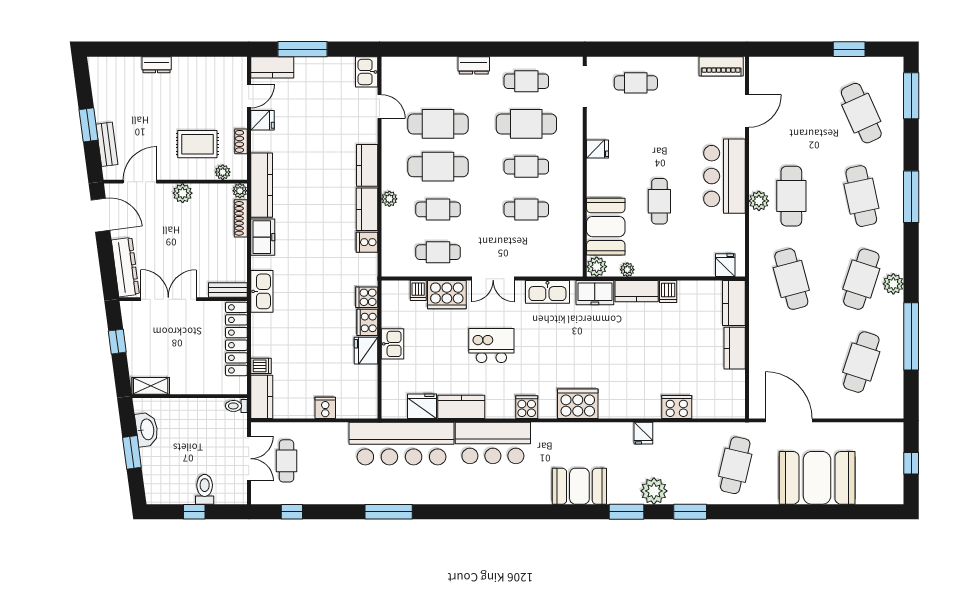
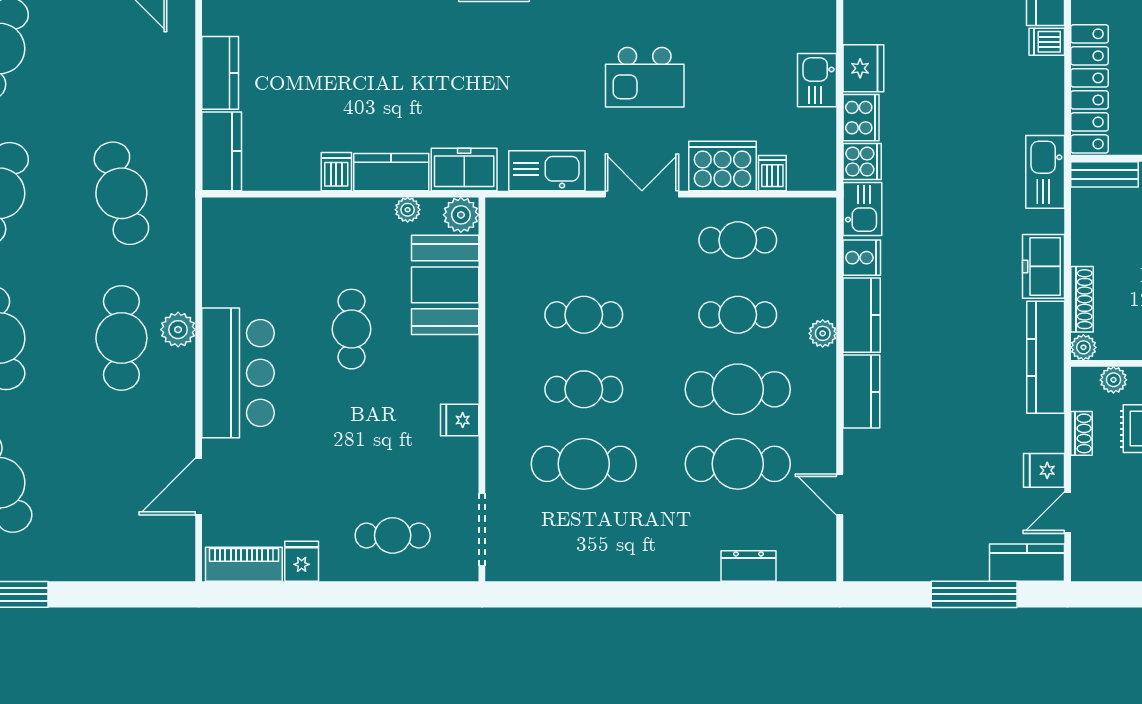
dresser: (474, 65) -> (748, 566), moved
kitchen sink: (367, 72) -> (862, 209), moved
cafe table: (526, 81) -> (584, 538), removed
fridge: (725, 265) -> (302, 561), moved, turned 180

